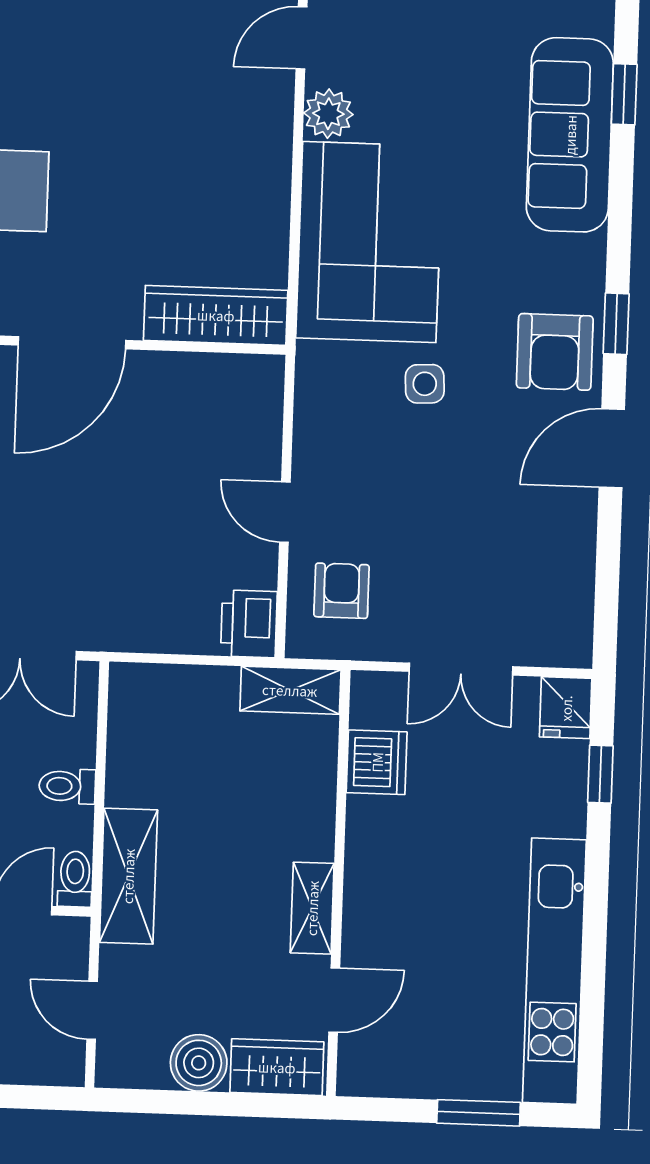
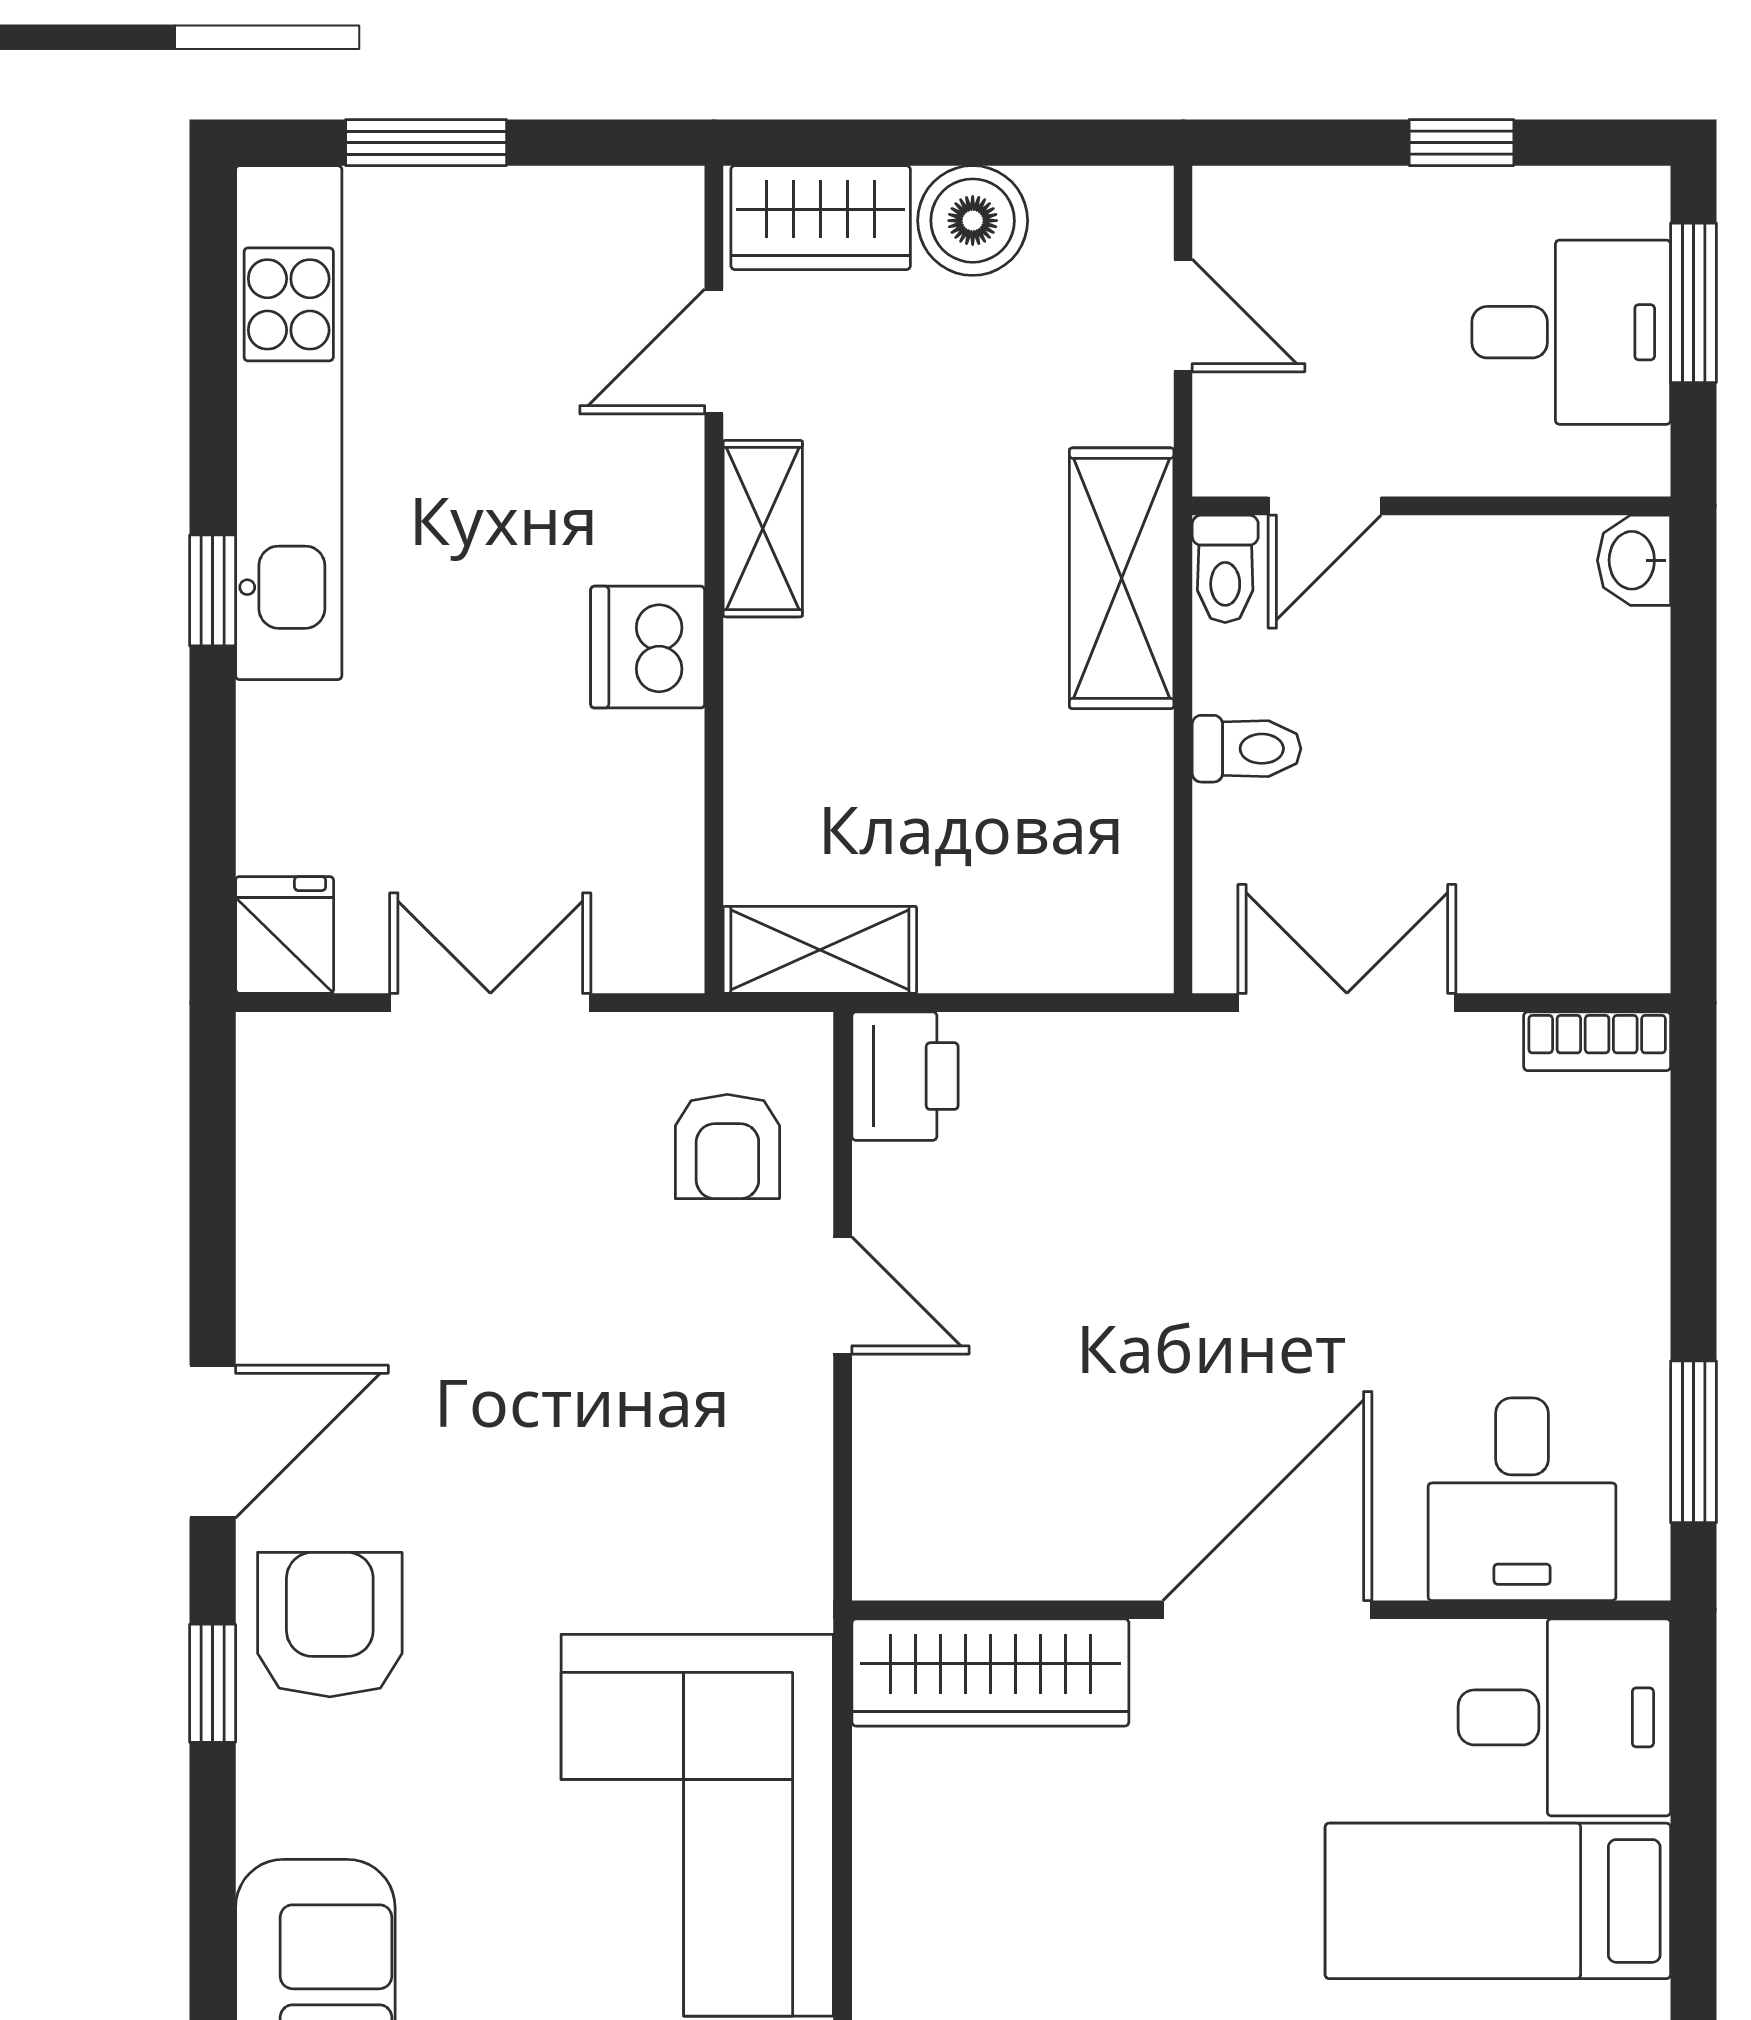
side table: (425, 384) -> (580, 1554), removed
dishwasher: (377, 762) -> (648, 647), moved
window: (600, 774) -> (213, 590), moved

